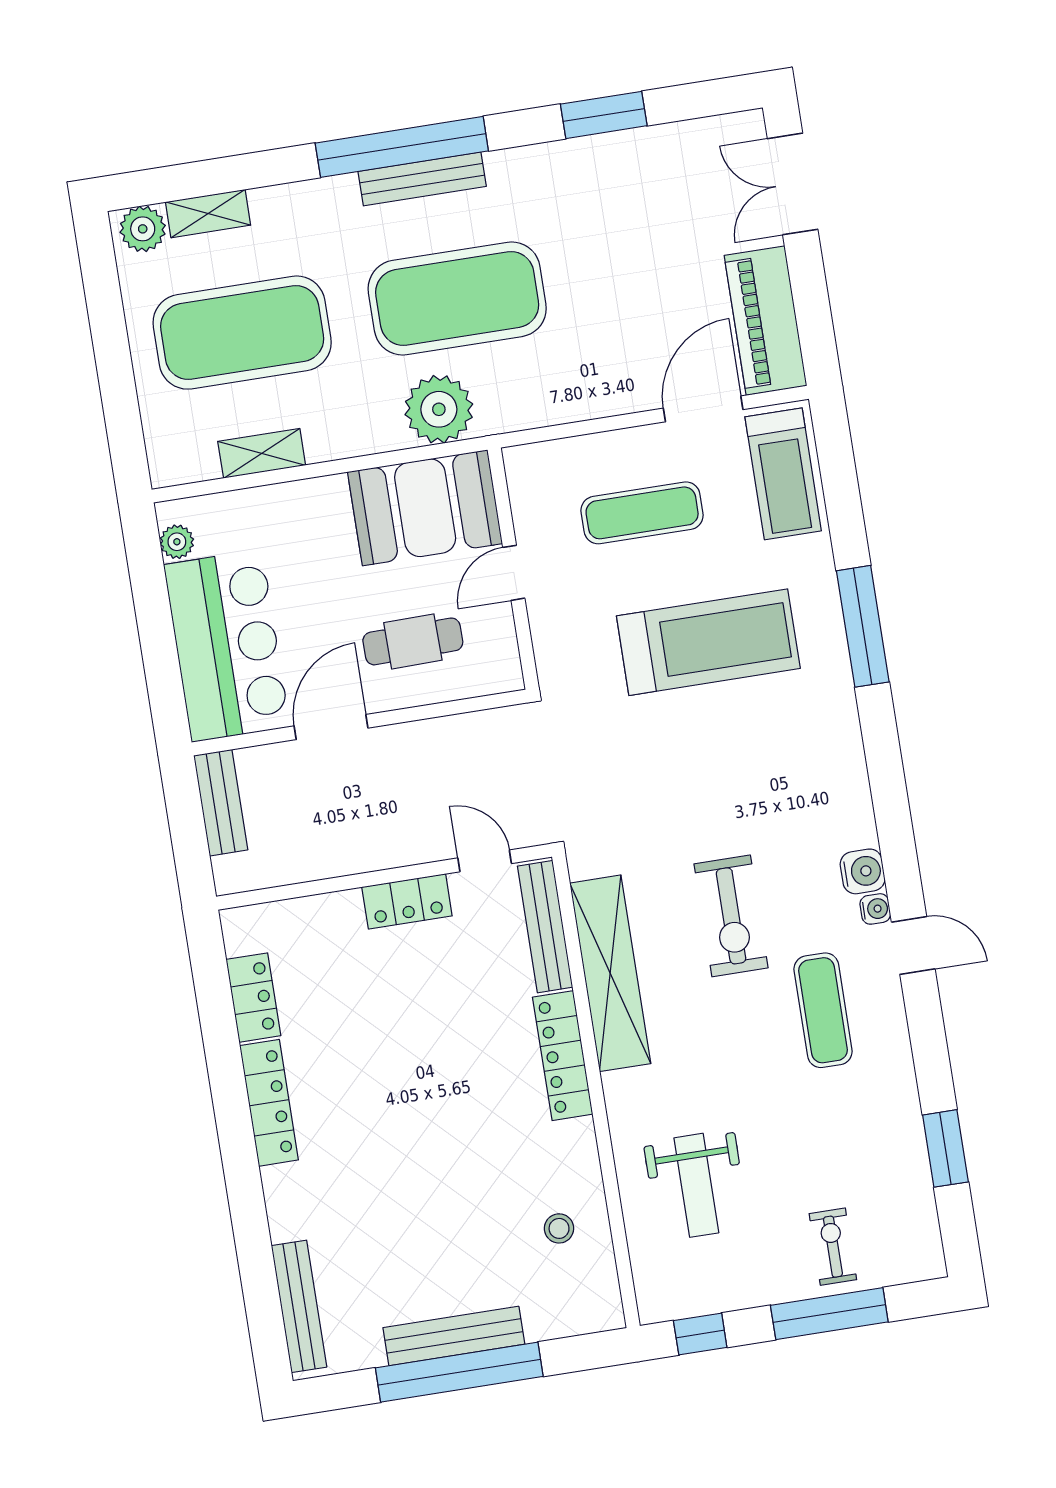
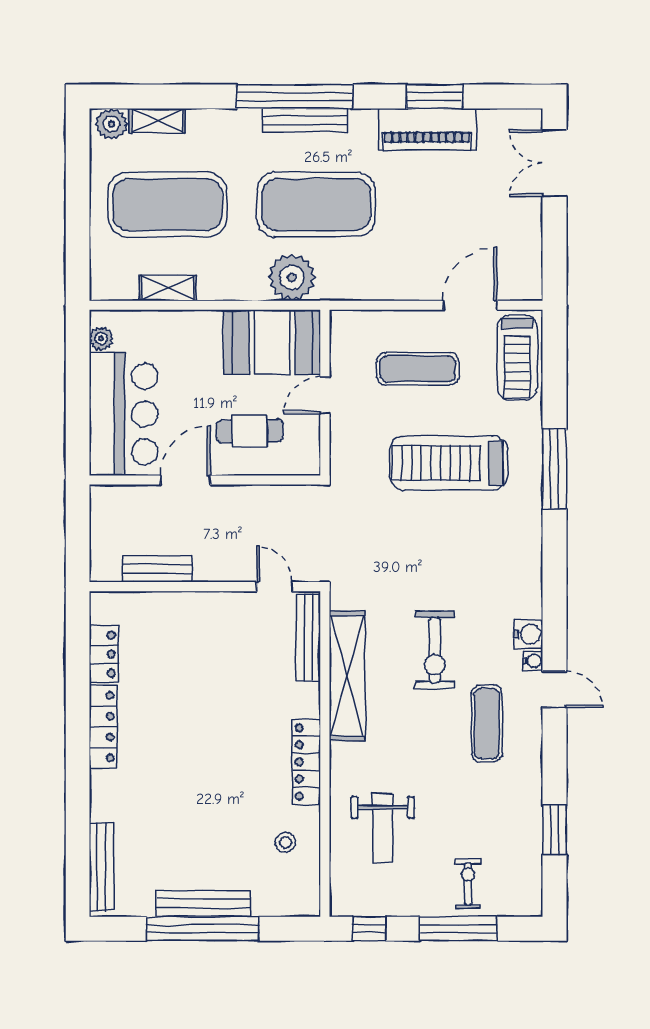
piano: (766, 321) -> (427, 129), moved, turned -90
treadmill: (708, 642) -> (449, 463), turned 180
bench: (221, 803) -> (157, 569), moved, turned 90
locker: (407, 901) -> (218, 606), removed
locker: (563, 1056) -> (306, 762), moved

